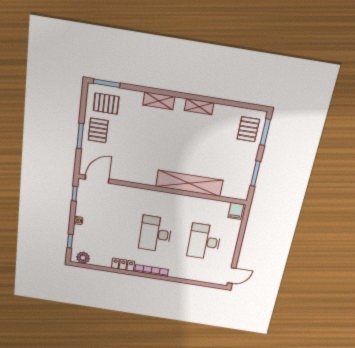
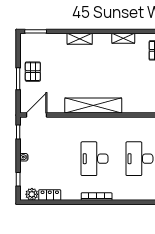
pallet: (106, 104) -> (37, 48), removed
shelving: (199, 107) -> (123, 38), moved
shelving: (189, 183) -> (93, 105), moved
locker: (123, 265) -> (50, 195), moved

